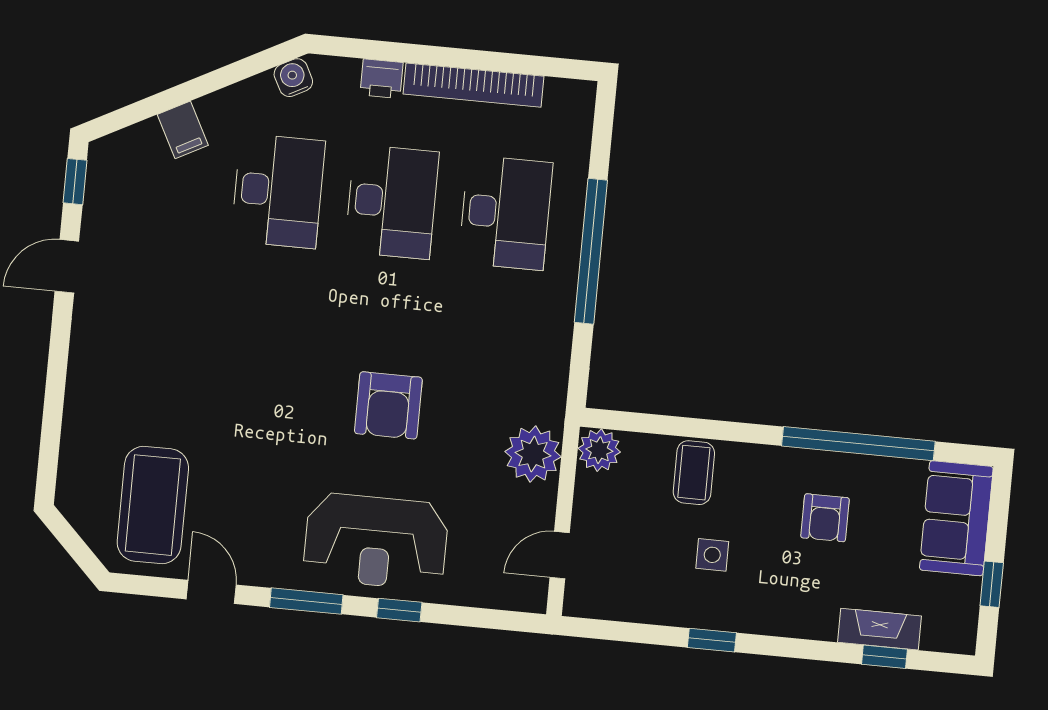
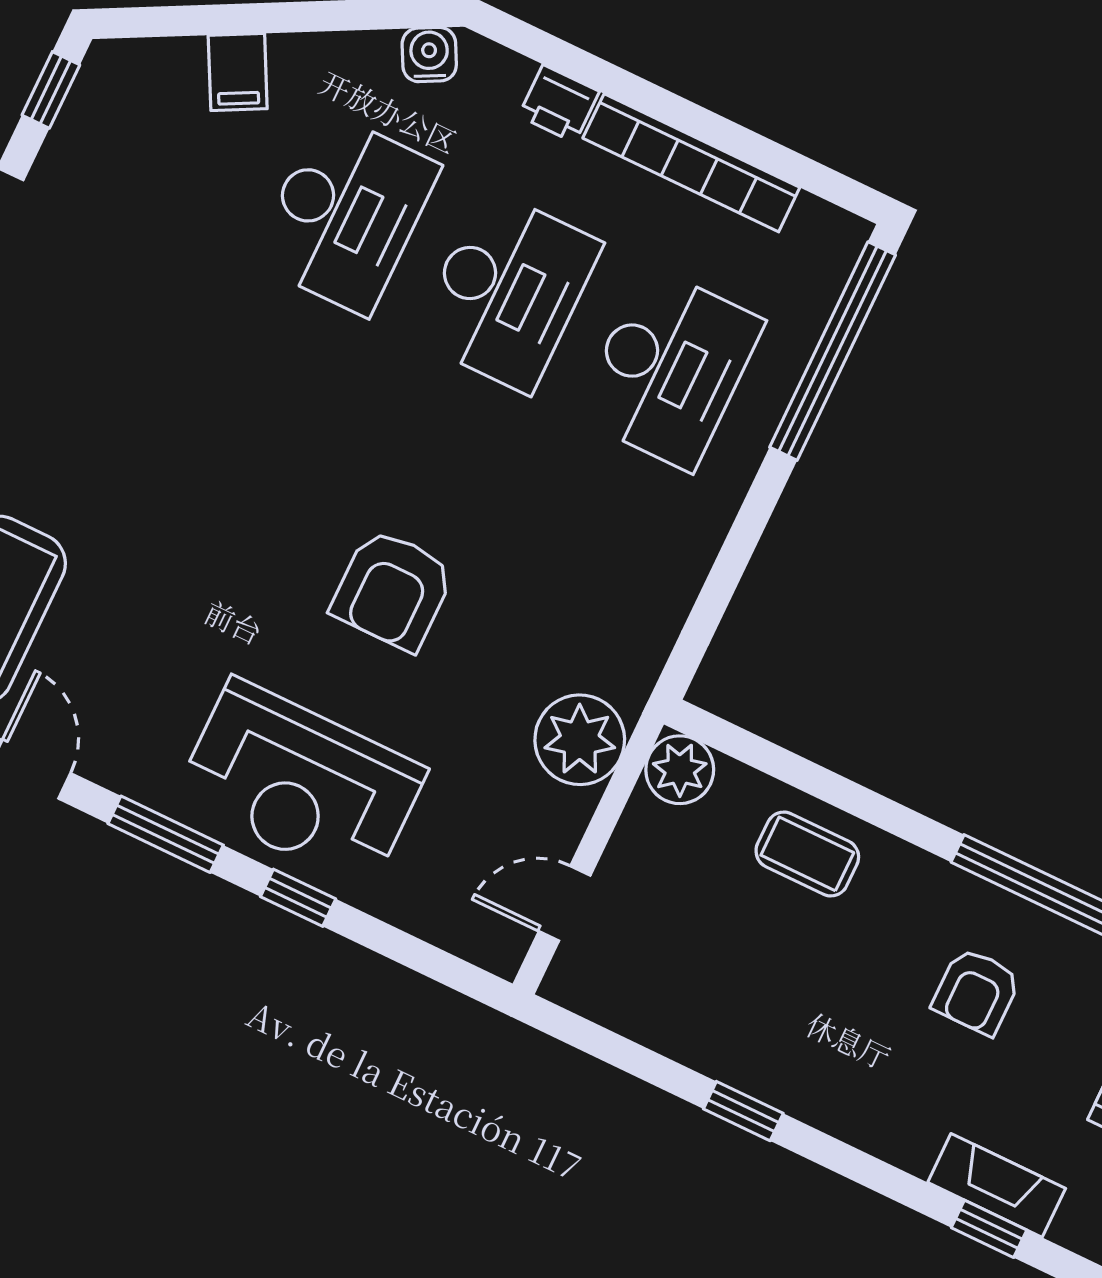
window: (591, 251) -> (833, 351), moved
coffee table: (694, 473) -> (807, 854), turned 90
side table: (712, 555) -> (790, 985), removed

